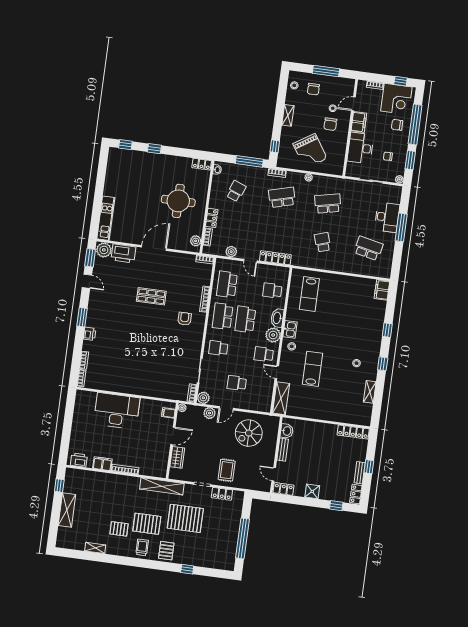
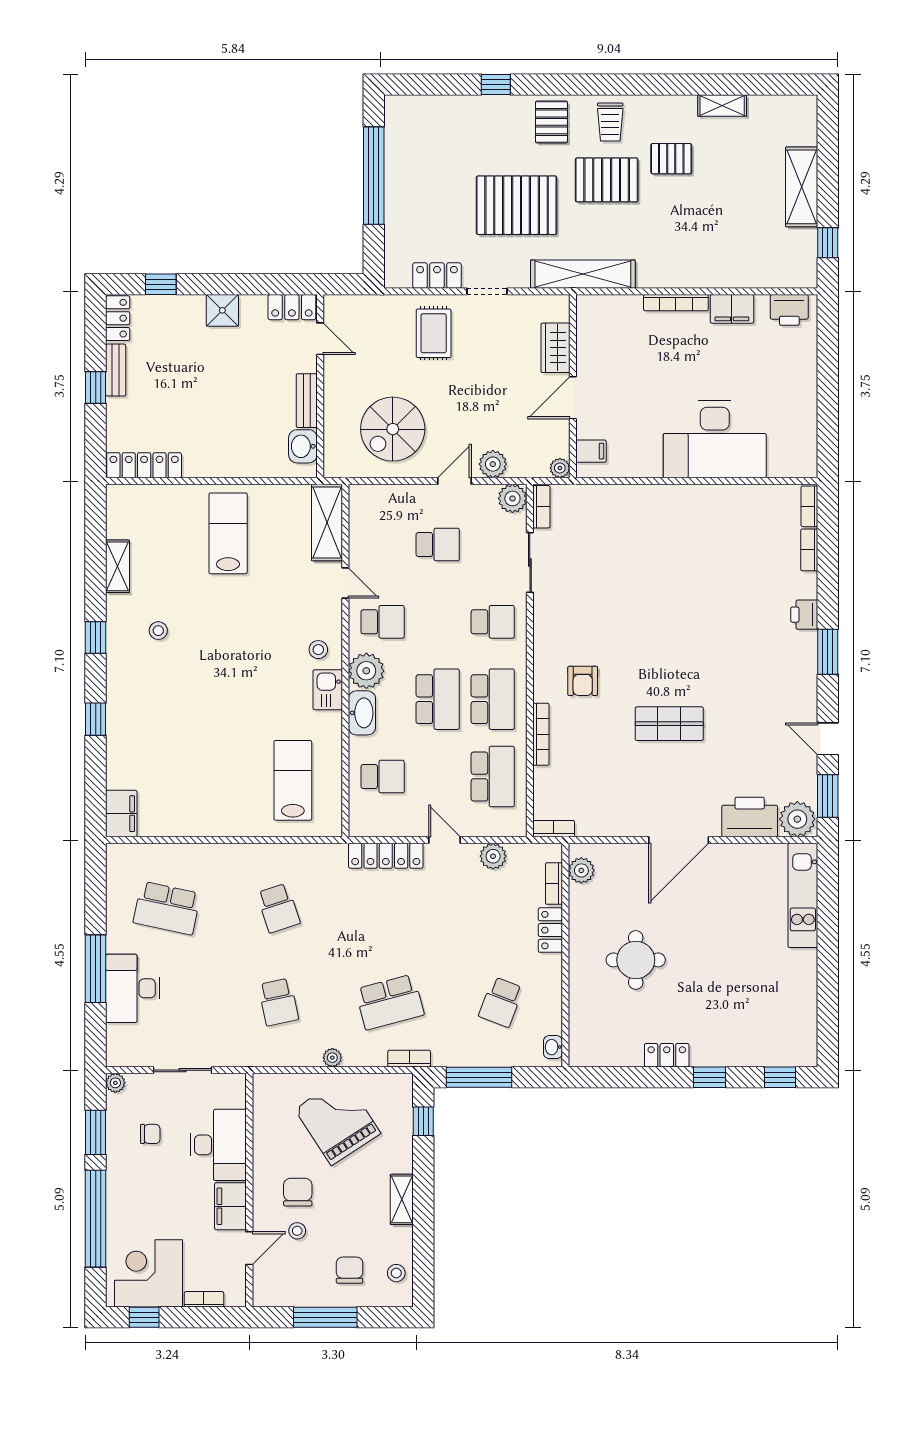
chair: (397, 125) -> (138, 1212), removed
locker: (202, 164) -> (667, 1055), moved
round table: (178, 201) -> (636, 960), width x0.73, depth x0.73
school desk: (328, 204) -> (278, 1002), width x0.54
lab bench: (312, 369) -> (228, 533), moved, turned 180
spiral stairs: (249, 433) -> (393, 429), turned 180

